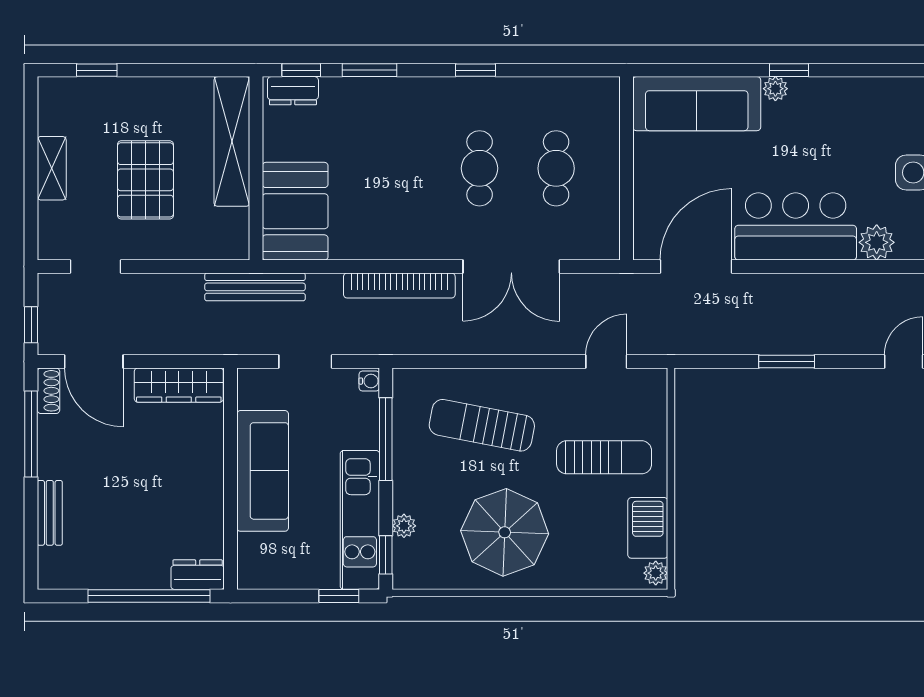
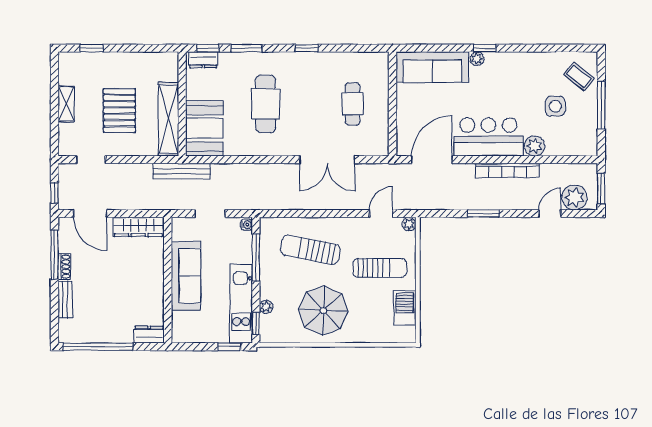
shelving: (232, 141) -> (168, 119), moved
cafe table: (480, 168) -> (266, 104), moved, width x1.37, depth x1.35
bookcase: (399, 286) -> (508, 170), moved
shoe rack: (48, 391) -> (64, 267), moved
plant: (656, 573) -> (409, 224), moved
window: (149, 596) -> (98, 347), moved

